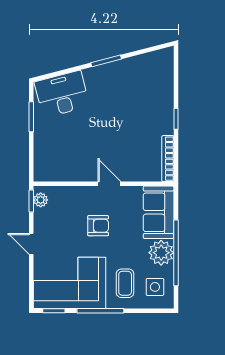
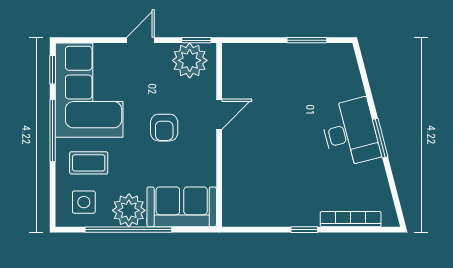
desk: (62, 94) -> (350, 133), moved
bookcase: (168, 159) -> (351, 219), moved
door: (109, 184) -> (219, 114), moved
plant: (41, 200) -> (190, 60), width x1.88, depth x1.88

